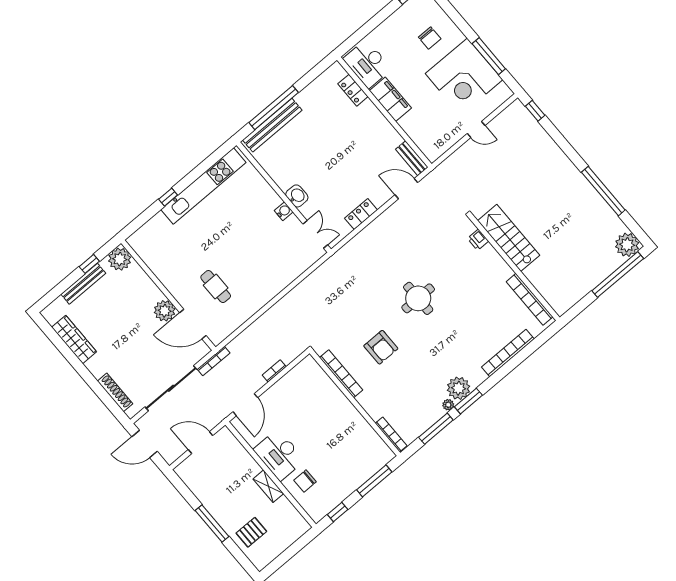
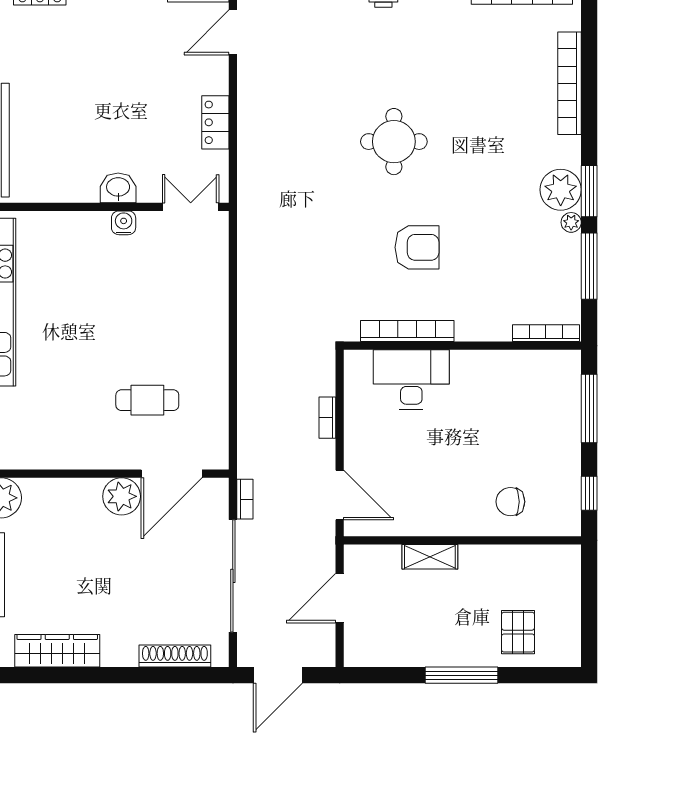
bookcase: (214, 361) -> (245, 499), width x0.64
desk: (279, 455) -> (411, 379), moved, turned 180
chair: (305, 481) -> (510, 502), turned 90
shelving: (268, 486) -> (430, 557), moved

